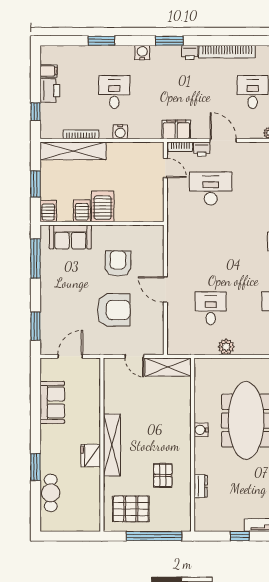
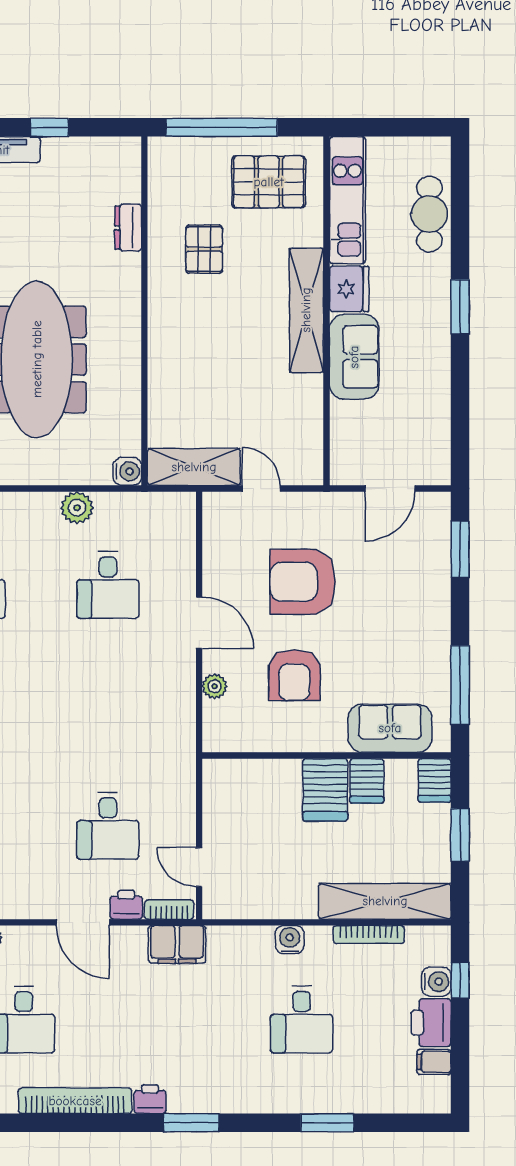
water cooler: (142, 53) -> (436, 982), moved, turned -90
desk: (211, 188) -> (108, 826), width x0.73
plant: (158, 258) -> (215, 686), added
sofa: (52, 402) -> (354, 357), moved, turned 180
water cooler: (201, 430) -> (127, 471), moved
window: (35, 467) -> (460, 307), moved
kitchen unit: (91, 500) -> (347, 200), added

